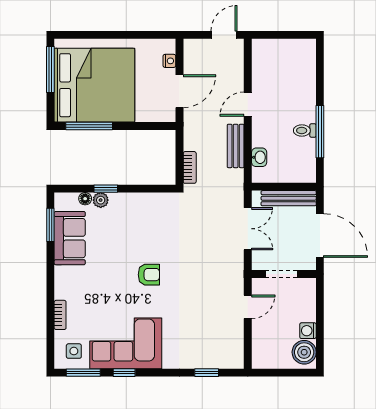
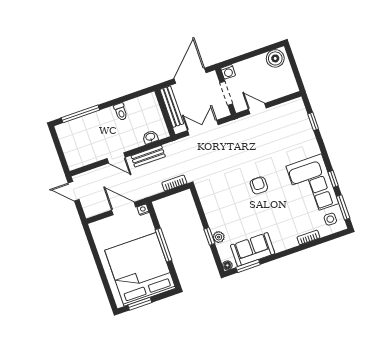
nightstand: (169, 61) -> (143, 210), moved
window: (50, 69) -> (140, 304), width x0.69
window: (89, 126) -> (164, 245), moved
window: (320, 132) -> (80, 114), moved
floor lamp: (85, 199) -> (227, 265), moved
washing machine: (308, 331) -> (228, 72), moved

